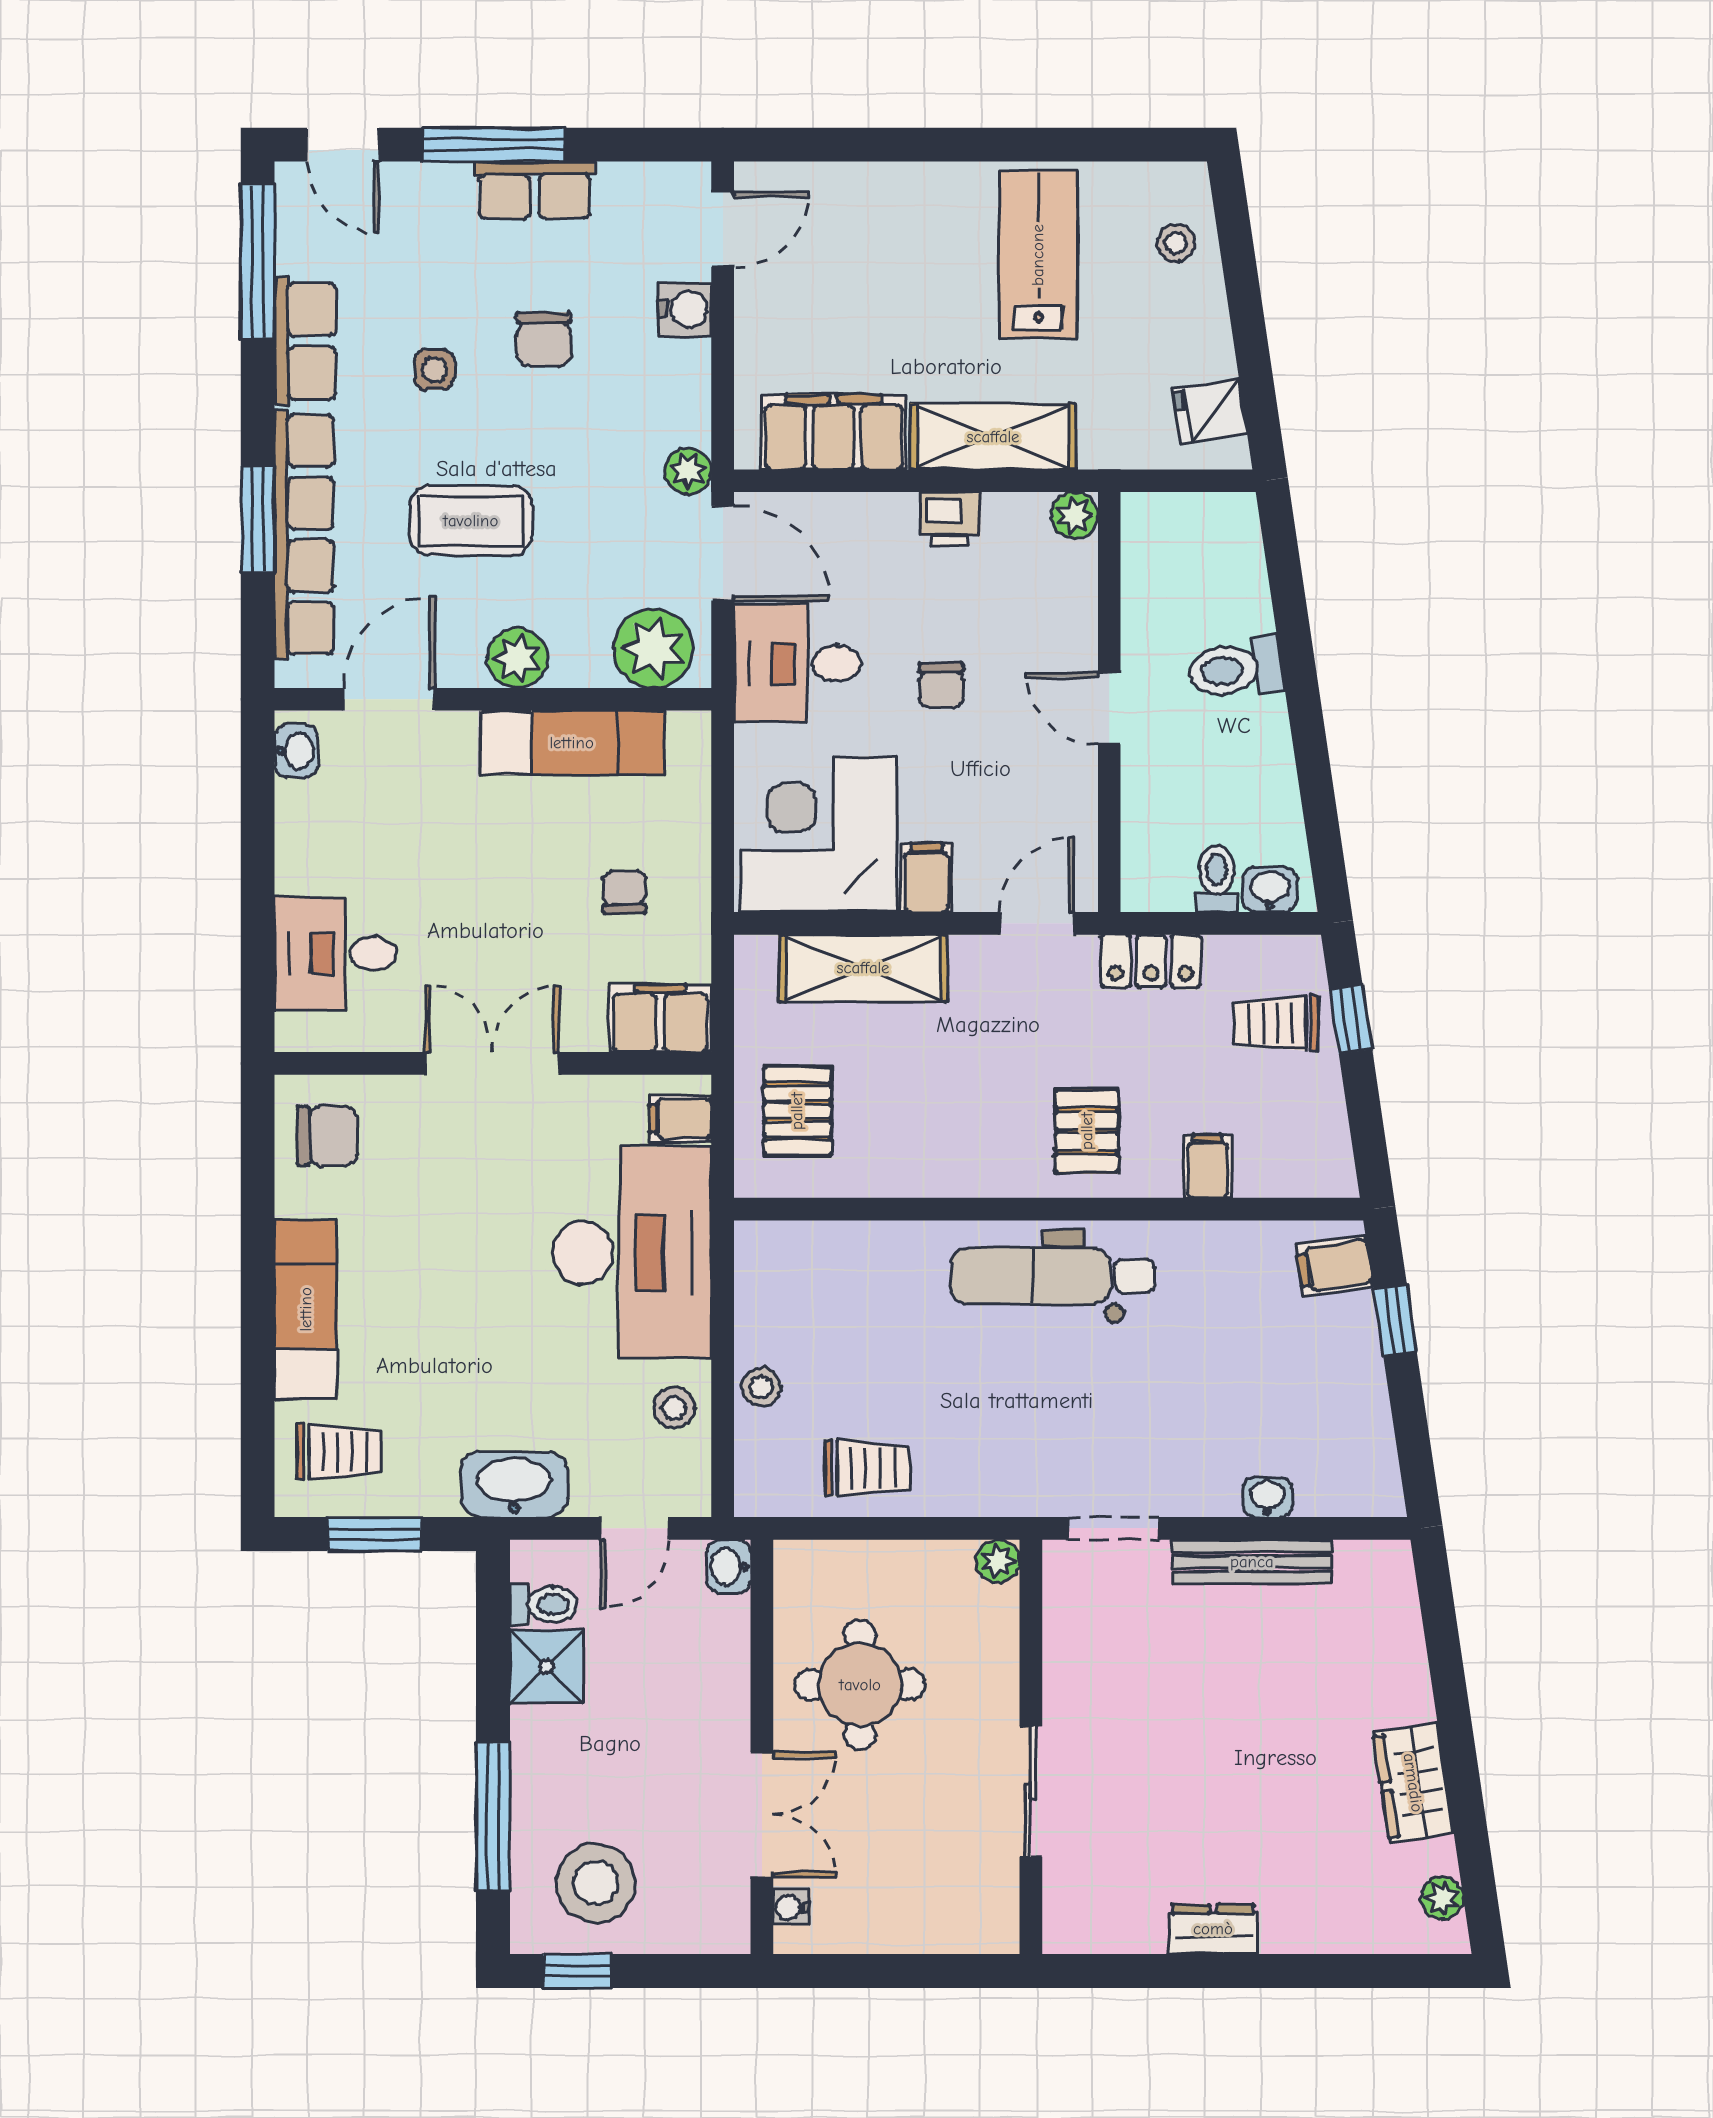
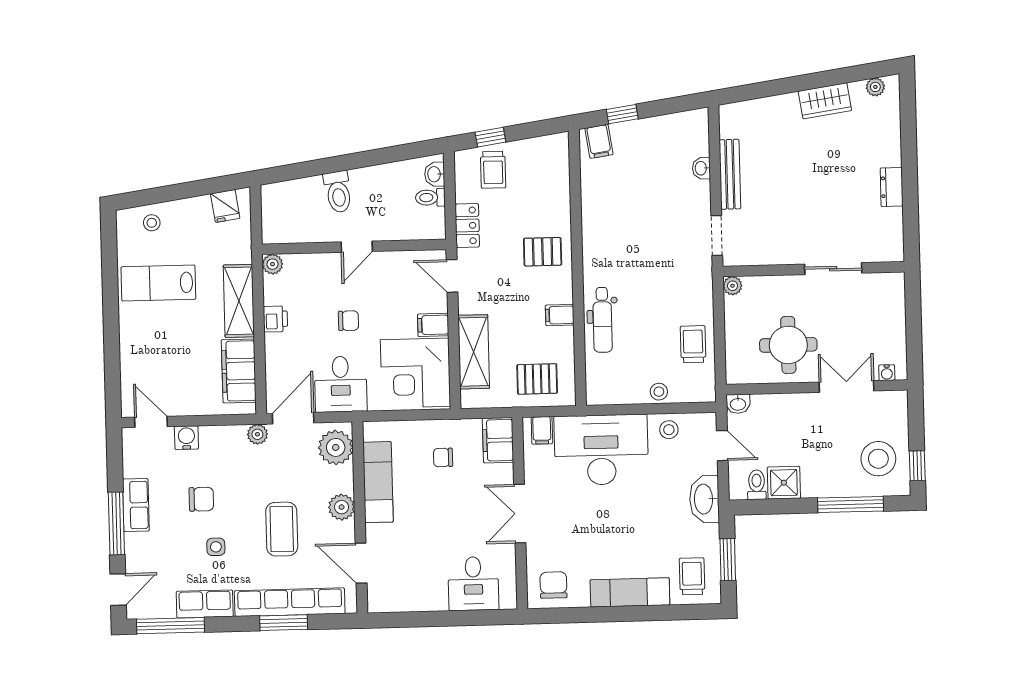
washbasin: (296, 751) -> (385, 603), removed
filing cabinet: (1208, 1166) -> (560, 315), moved
dental chair: (1053, 1276) -> (602, 320), moved, width x0.73, depth x0.72

